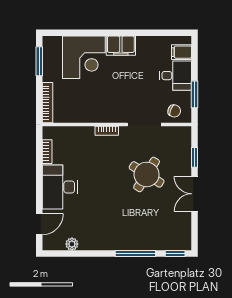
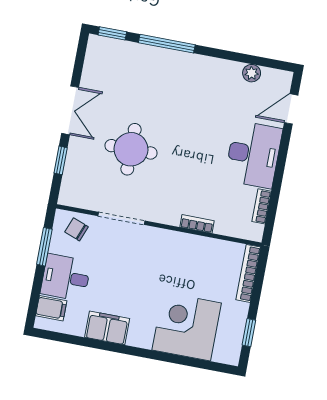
filing cabinet: (121, 46) -> (107, 328), moved
window: (39, 61) -> (249, 333), width x0.67
bookcase: (107, 131) -> (197, 224), moved
round table: (147, 174) -> (131, 149), turned -32

